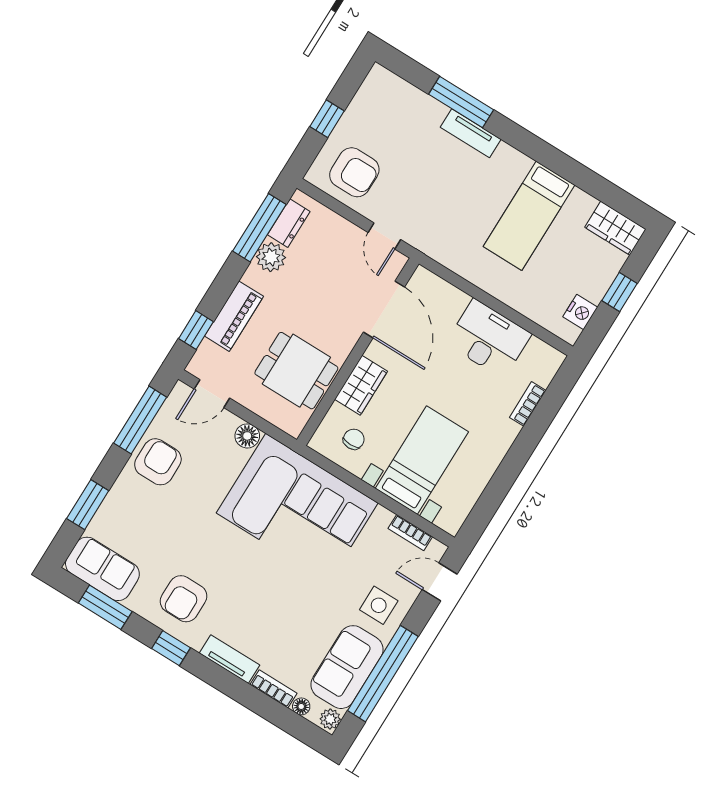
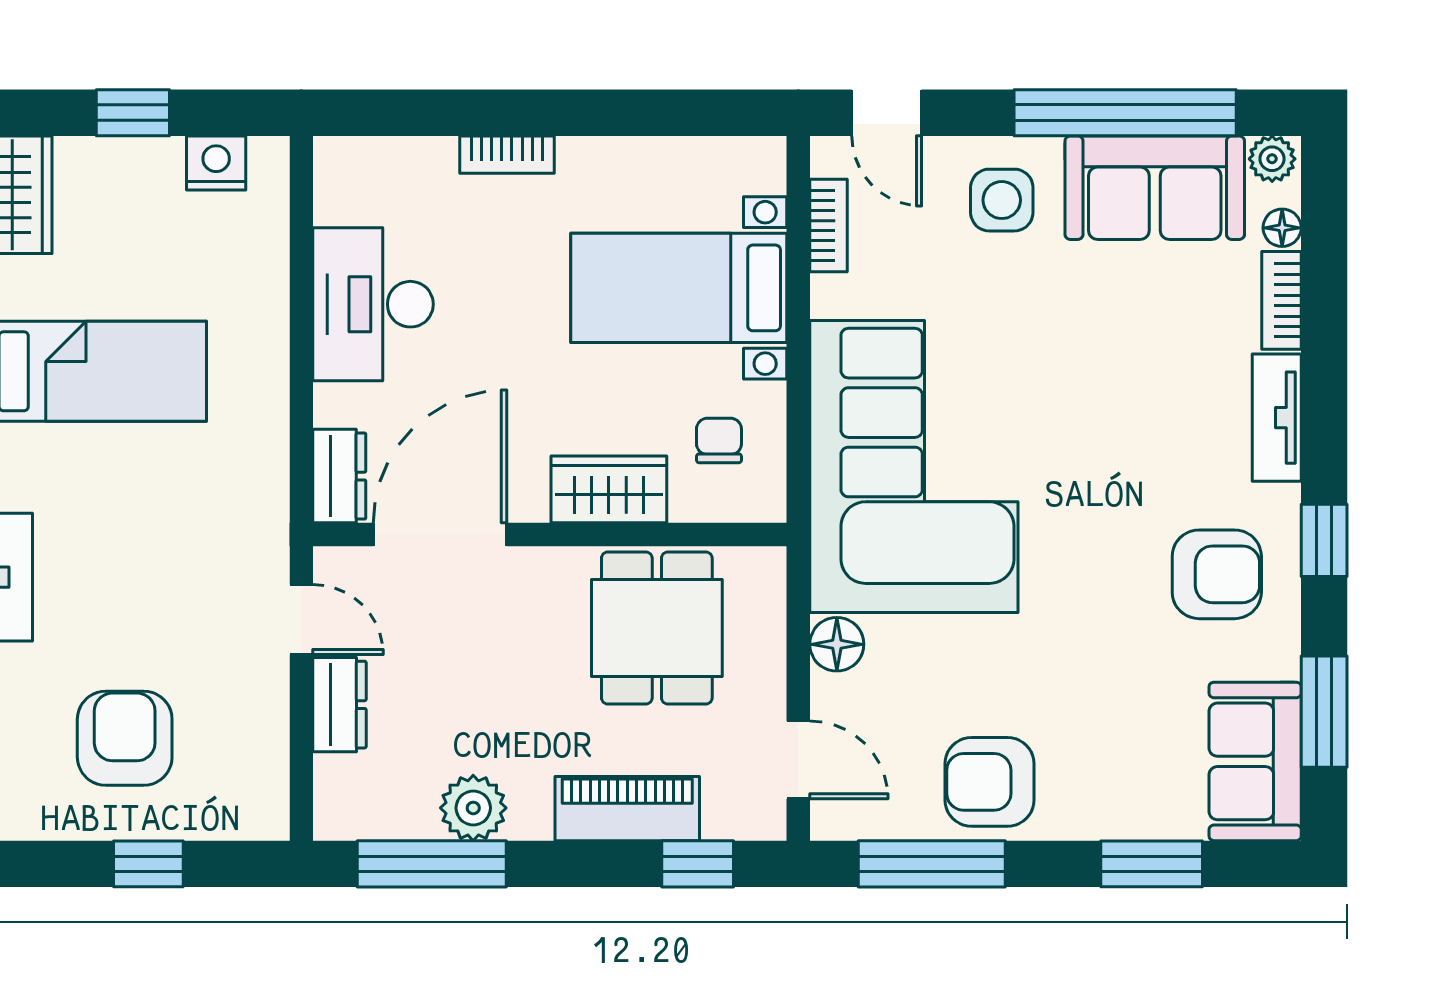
armchair: (354, 172) -> (125, 738), moved
dresser: (289, 223) -> (339, 705), moved, turned 90
door: (384, 236) -> (301, 619), hinge flipped
dresser: (431, 285) -> (339, 476), added
bookcase: (528, 404) -> (507, 155), moved
chair: (354, 439) -> (719, 440), turned 90

